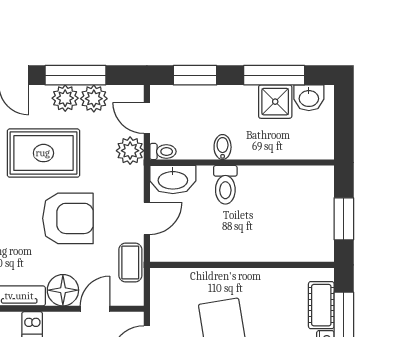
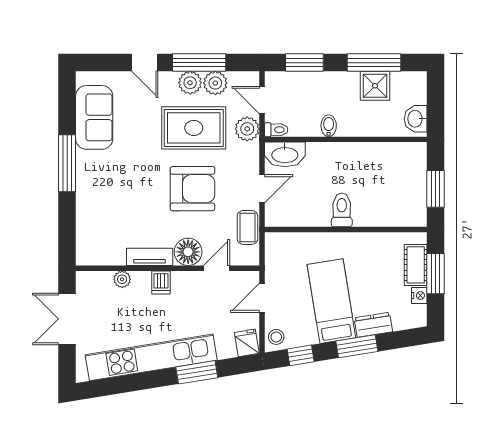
washbasin: (309, 98) -> (416, 119), moved, turned 90
rug: (43, 153) -> (194, 128), moved
toilet: (225, 185) -> (342, 210), moved, turned 180

